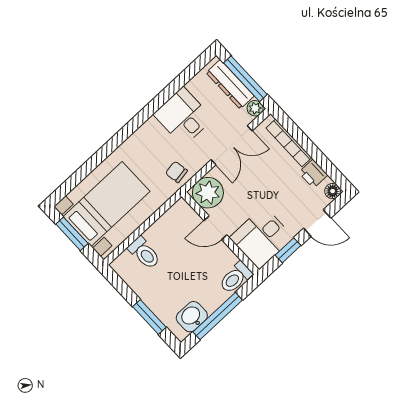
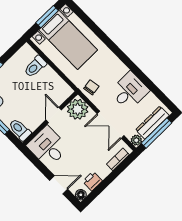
bookcase: (289, 143) -> (118, 159), width x0.64
door: (317, 223) -> (59, 185), swing flipped
window: (288, 250) -> (39, 165), removed

